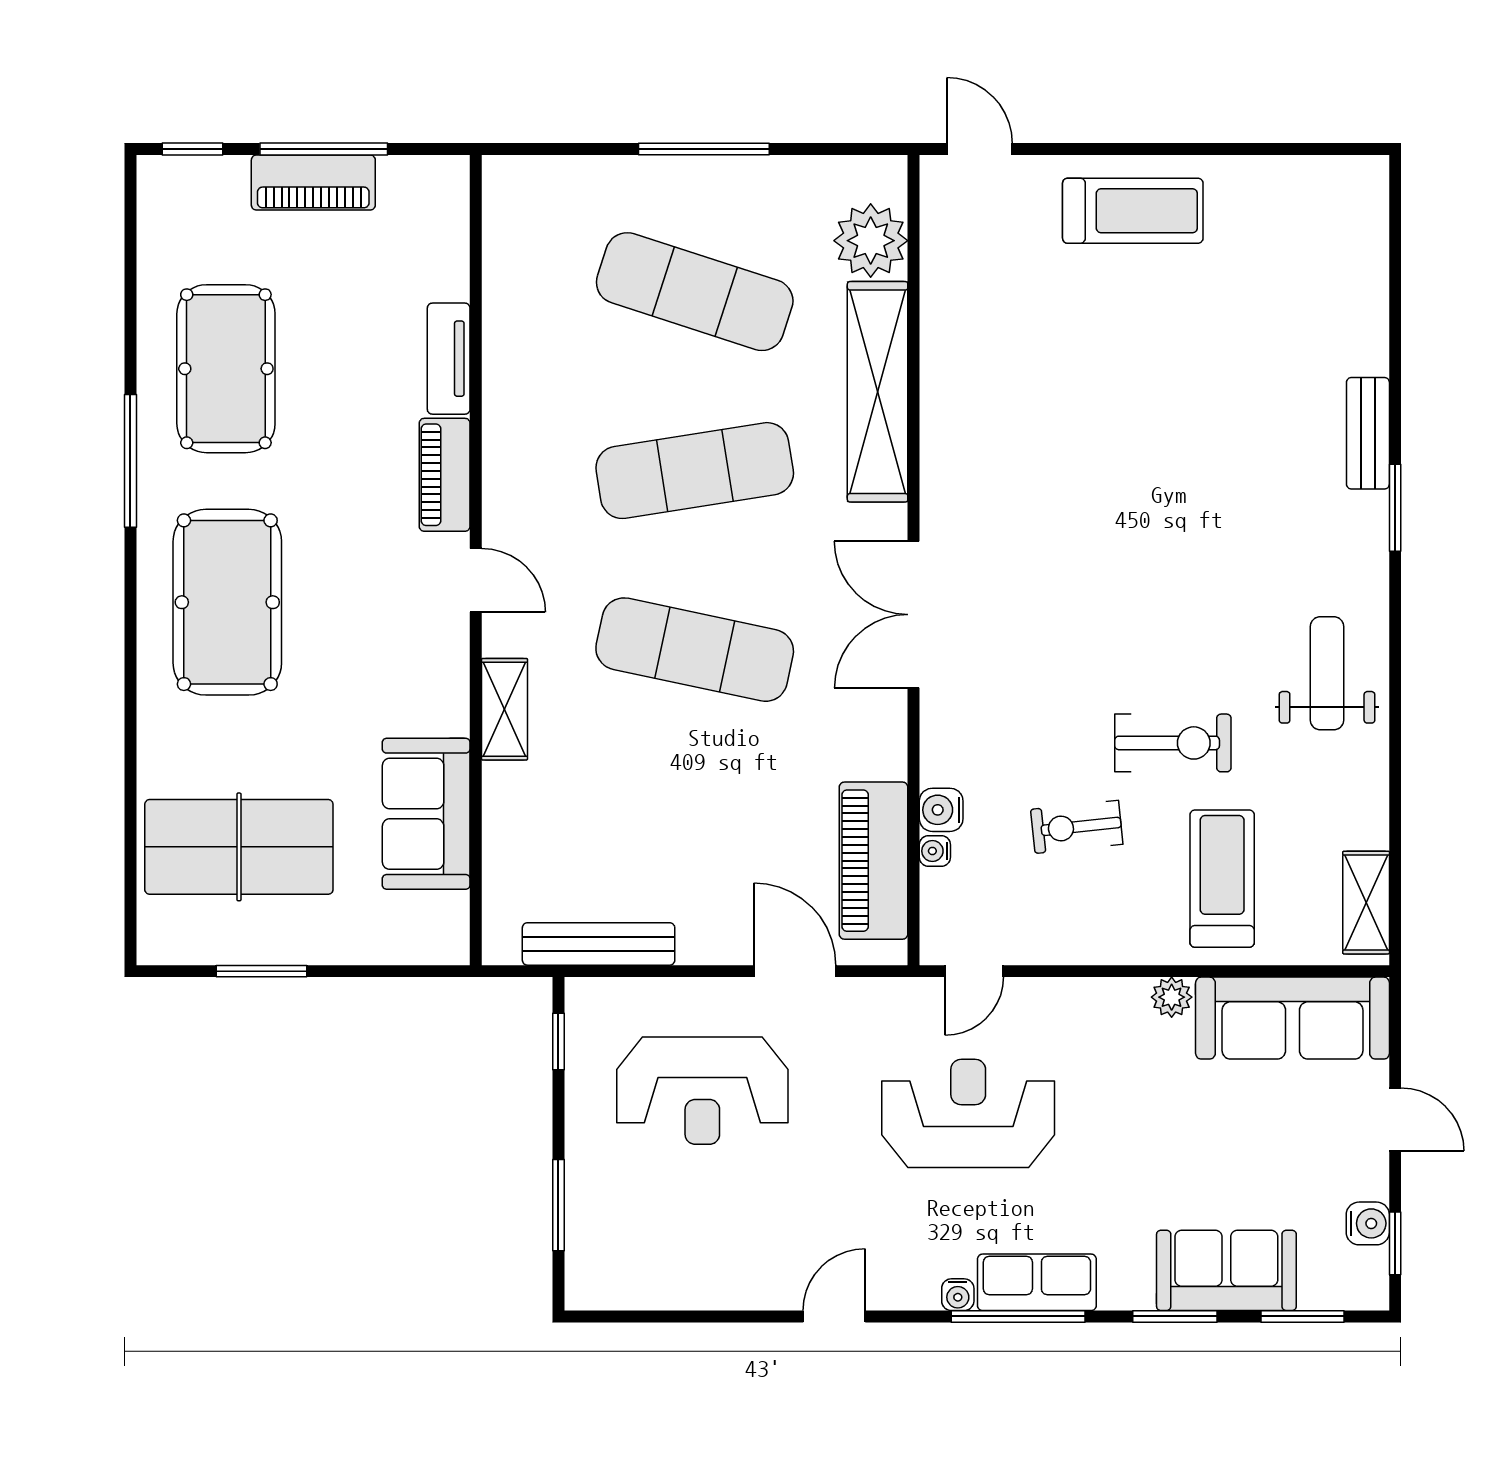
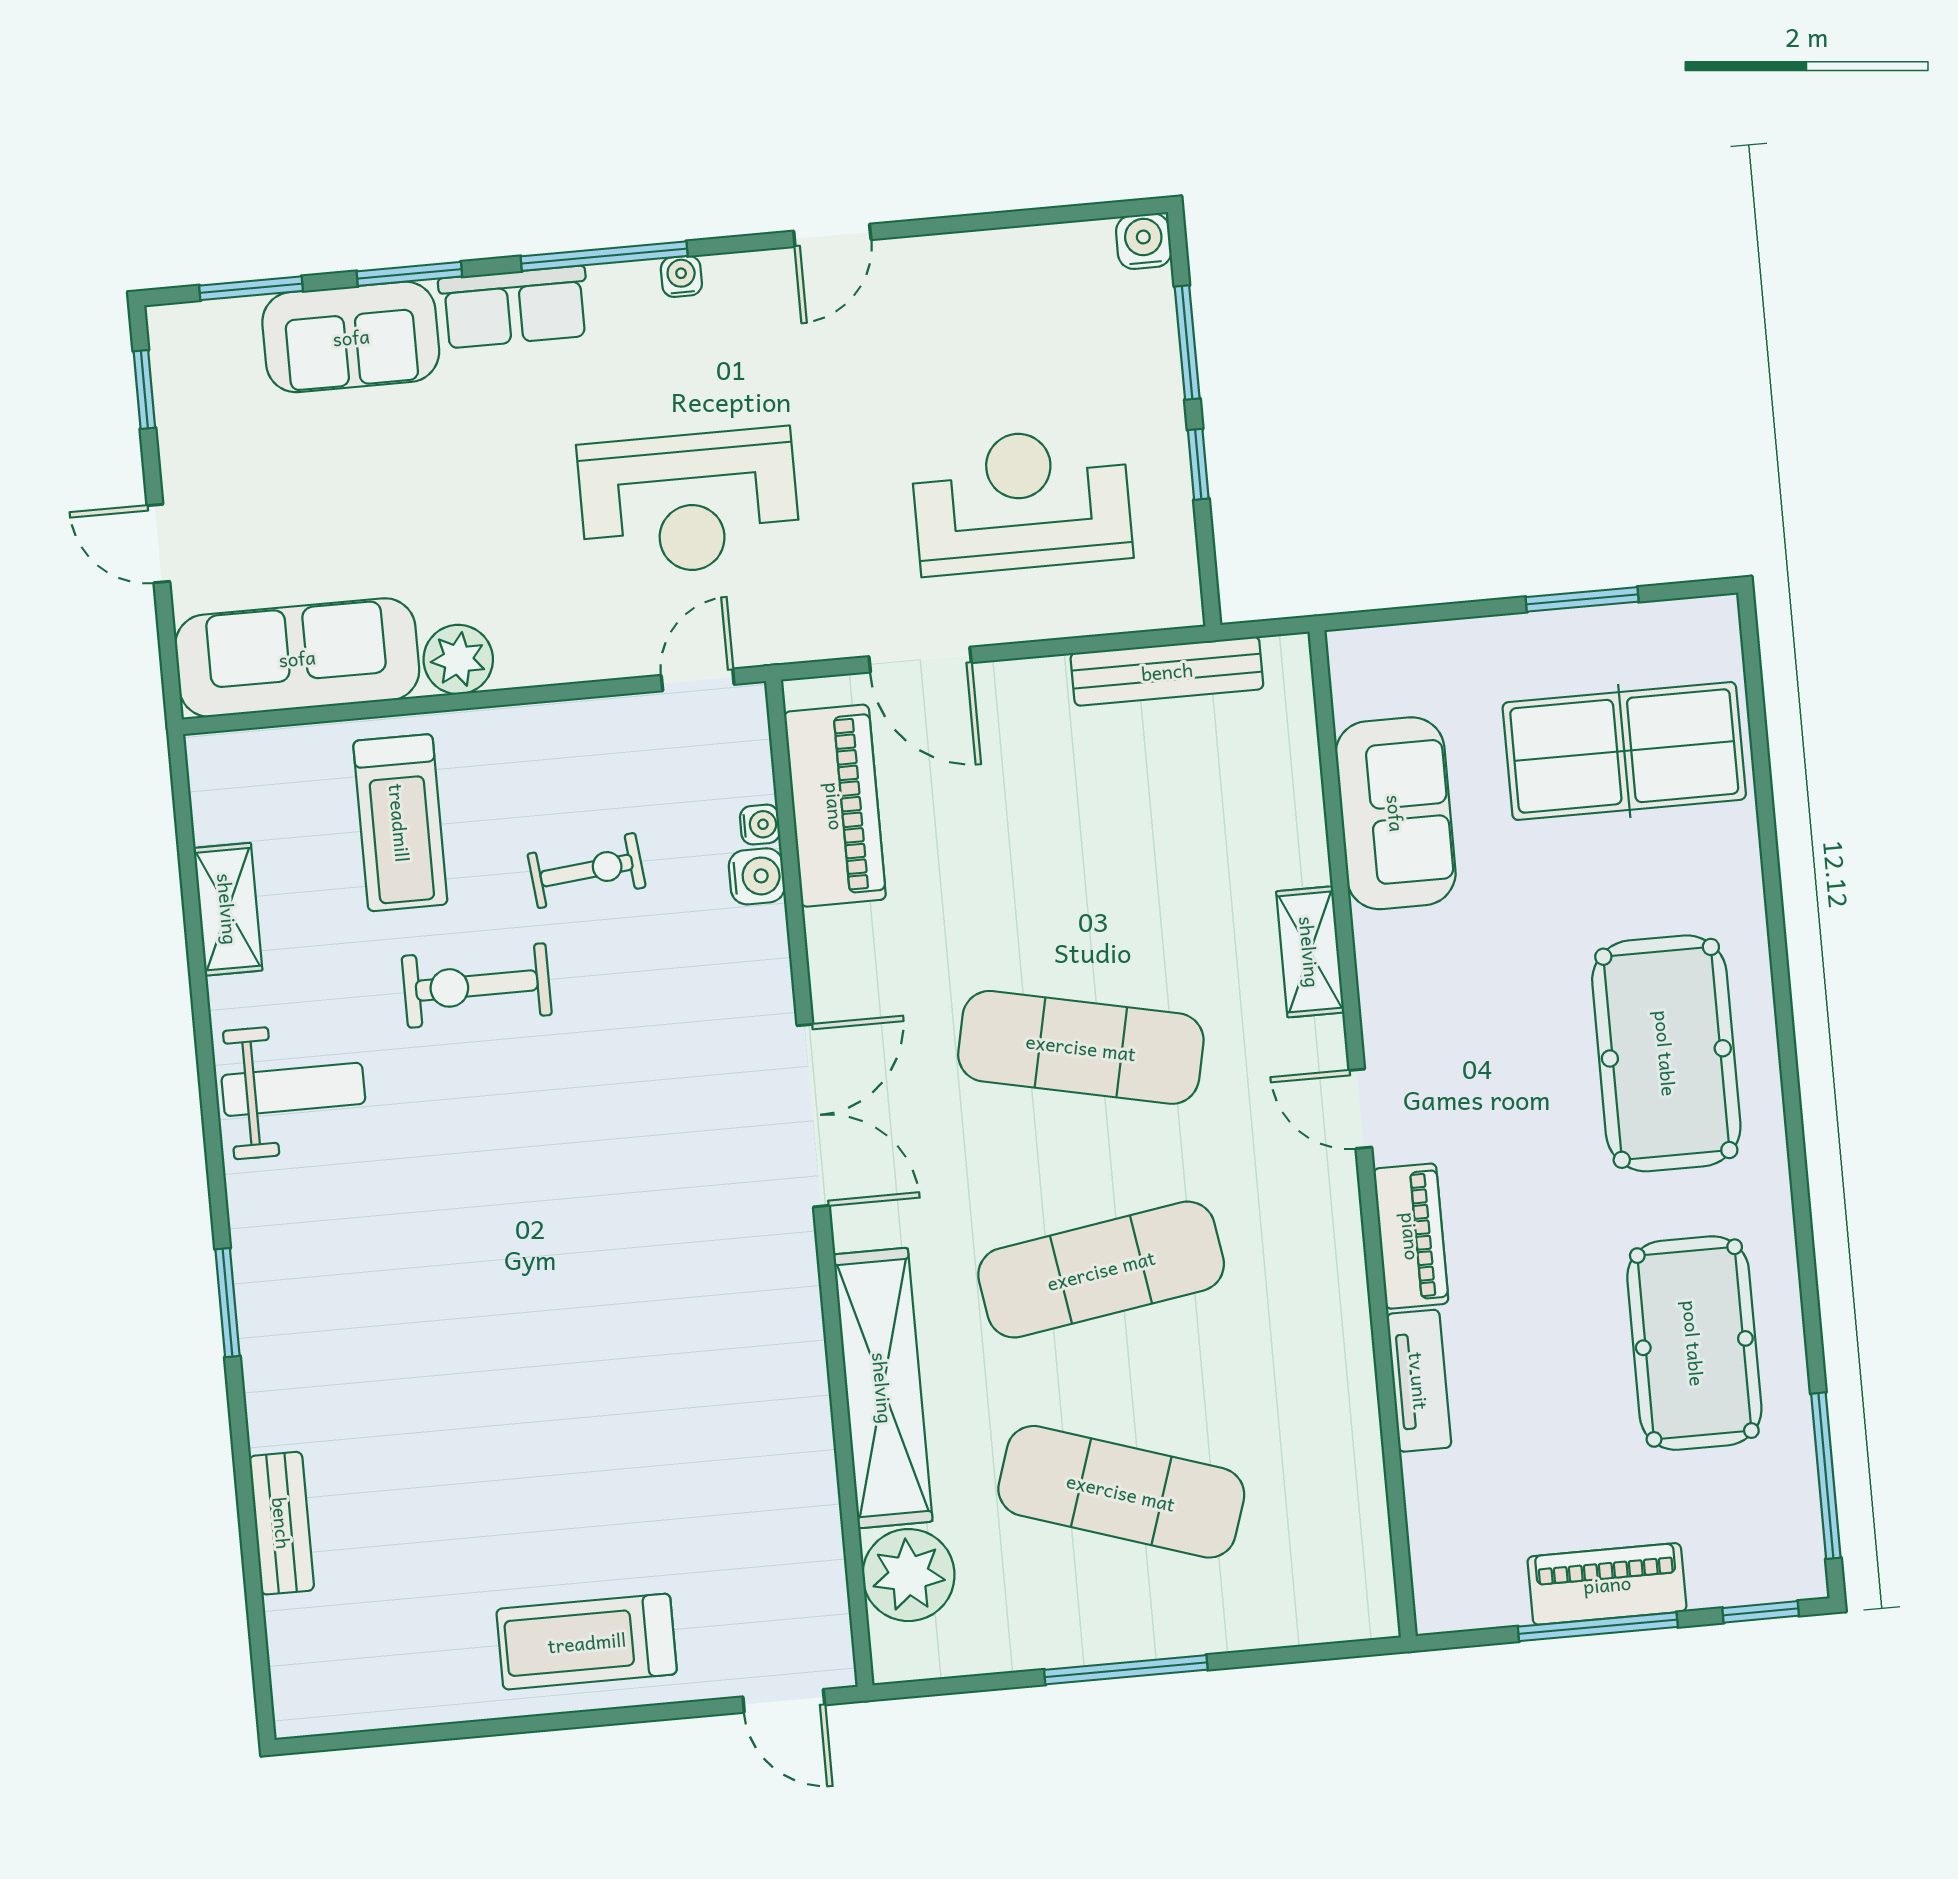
bench: (1368, 433) -> (282, 1523), moved
window: (130, 461) -> (1826, 1476), moved
weight bench: (1327, 673) -> (293, 1089), turned -90
shelving: (1366, 903) -> (228, 909), moved
plant: (1172, 997) -> (458, 659), width x1.38, depth x1.38
window: (558, 1042) -> (1198, 464), moved
water cooler: (1368, 1223) -> (1144, 241), moved, turned 90
row of seats: (1037, 1282) -> (514, 307), moved

